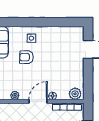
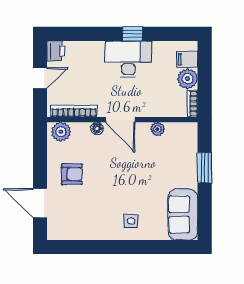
armchair: (26, 57) -> (72, 174), moved
door: (38, 101) -> (120, 120), hinge flipped

